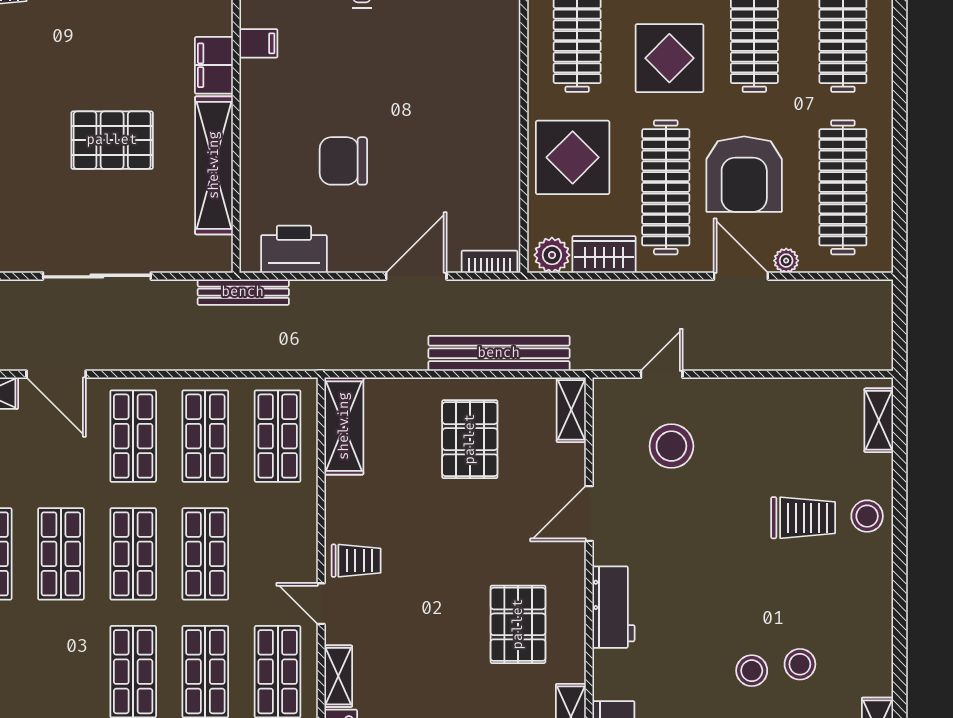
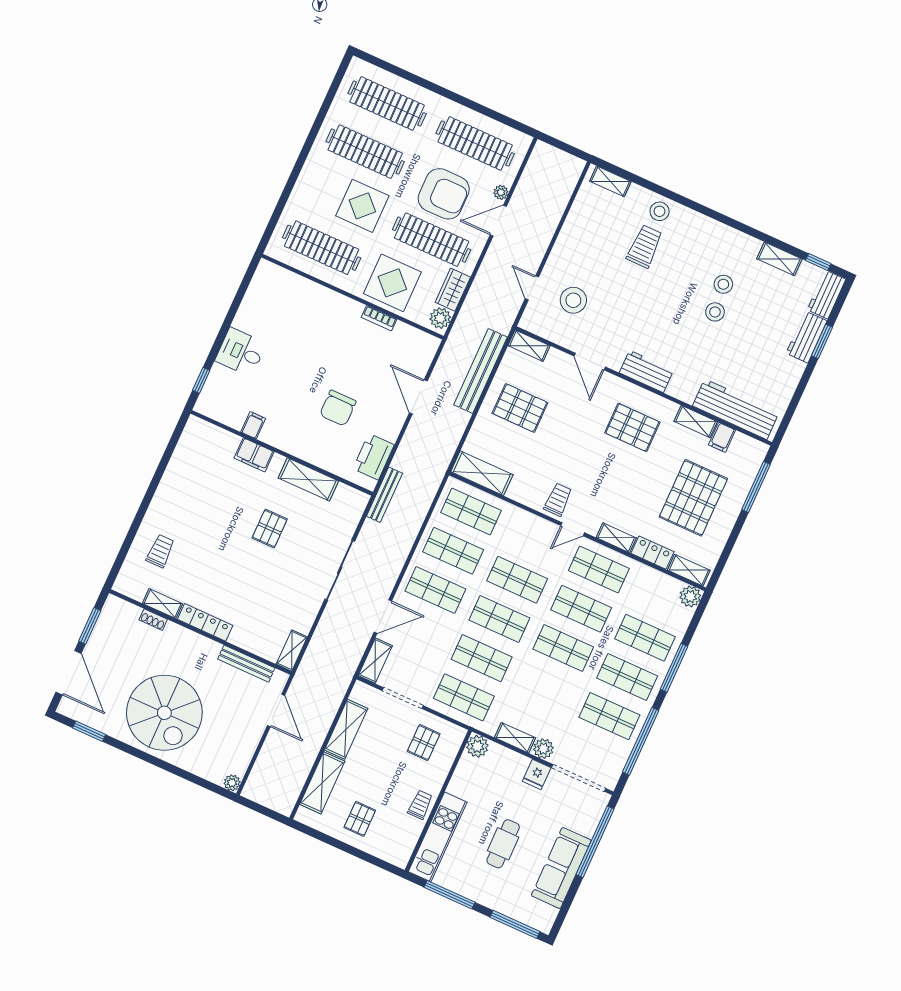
pallet: (112, 140) -> (270, 529), width x0.67, depth x0.71
shelving: (214, 165) -> (308, 479), width x0.68
bookcase: (489, 262) -> (379, 318), moved, turned -90

